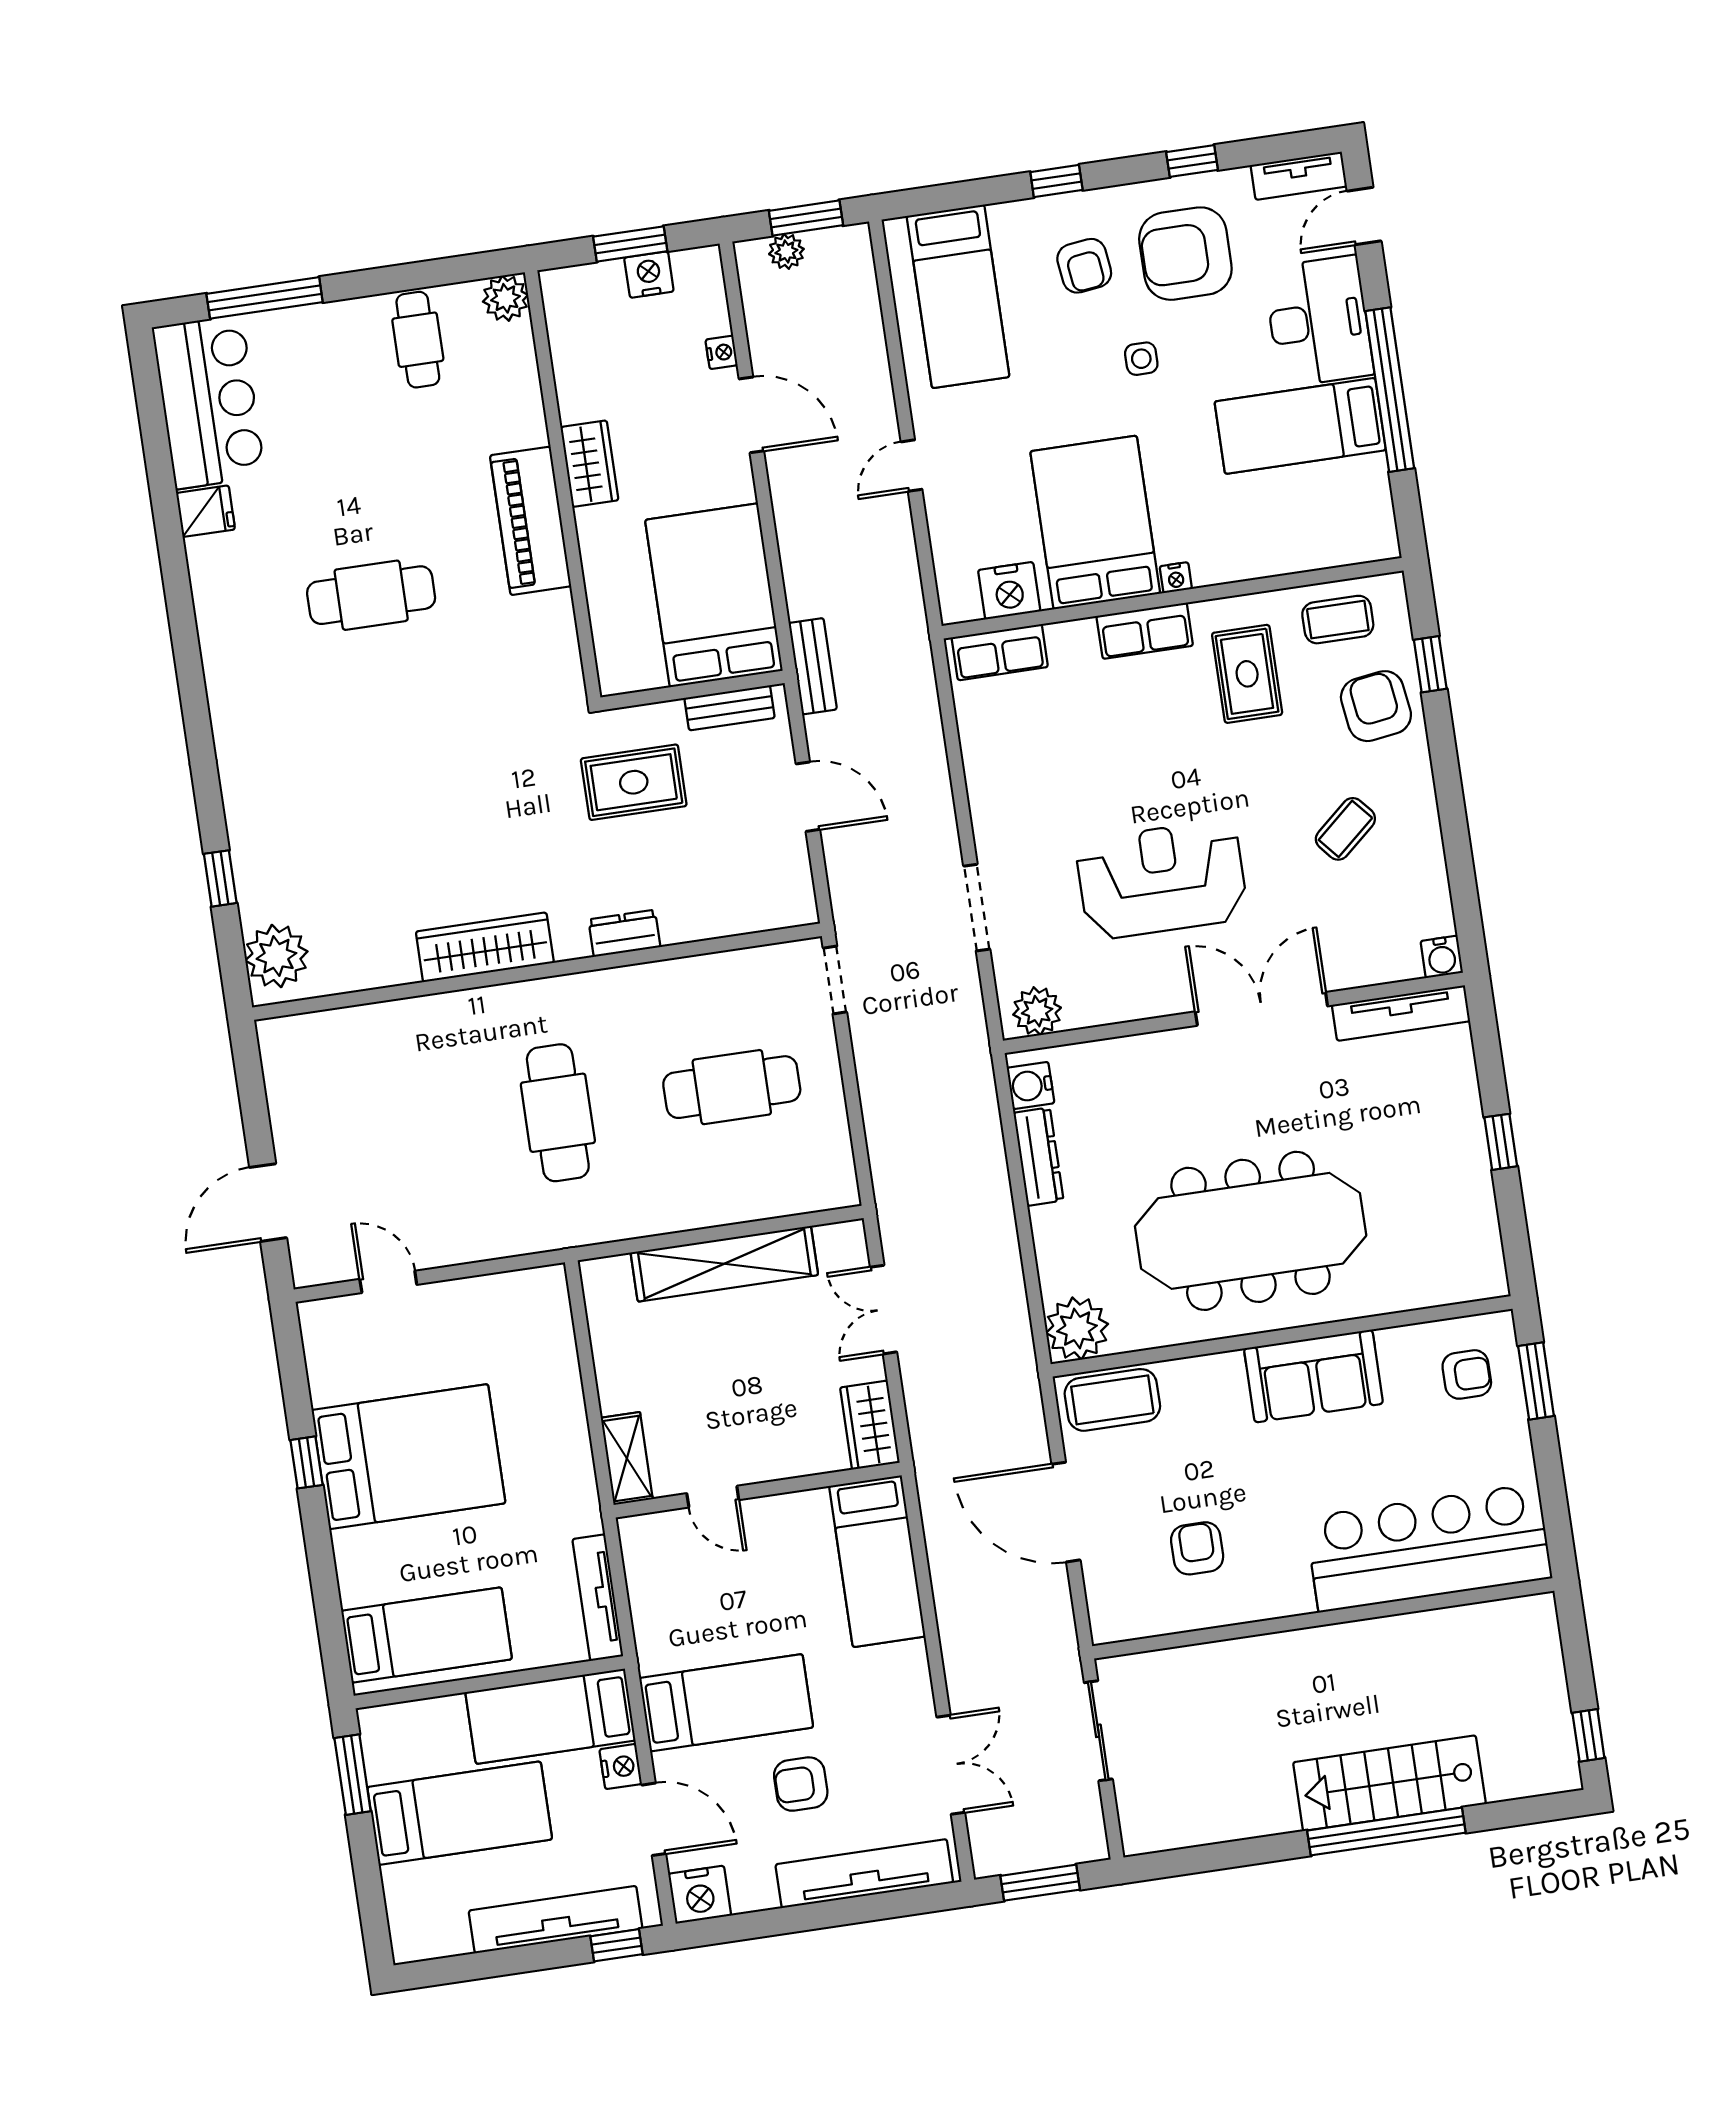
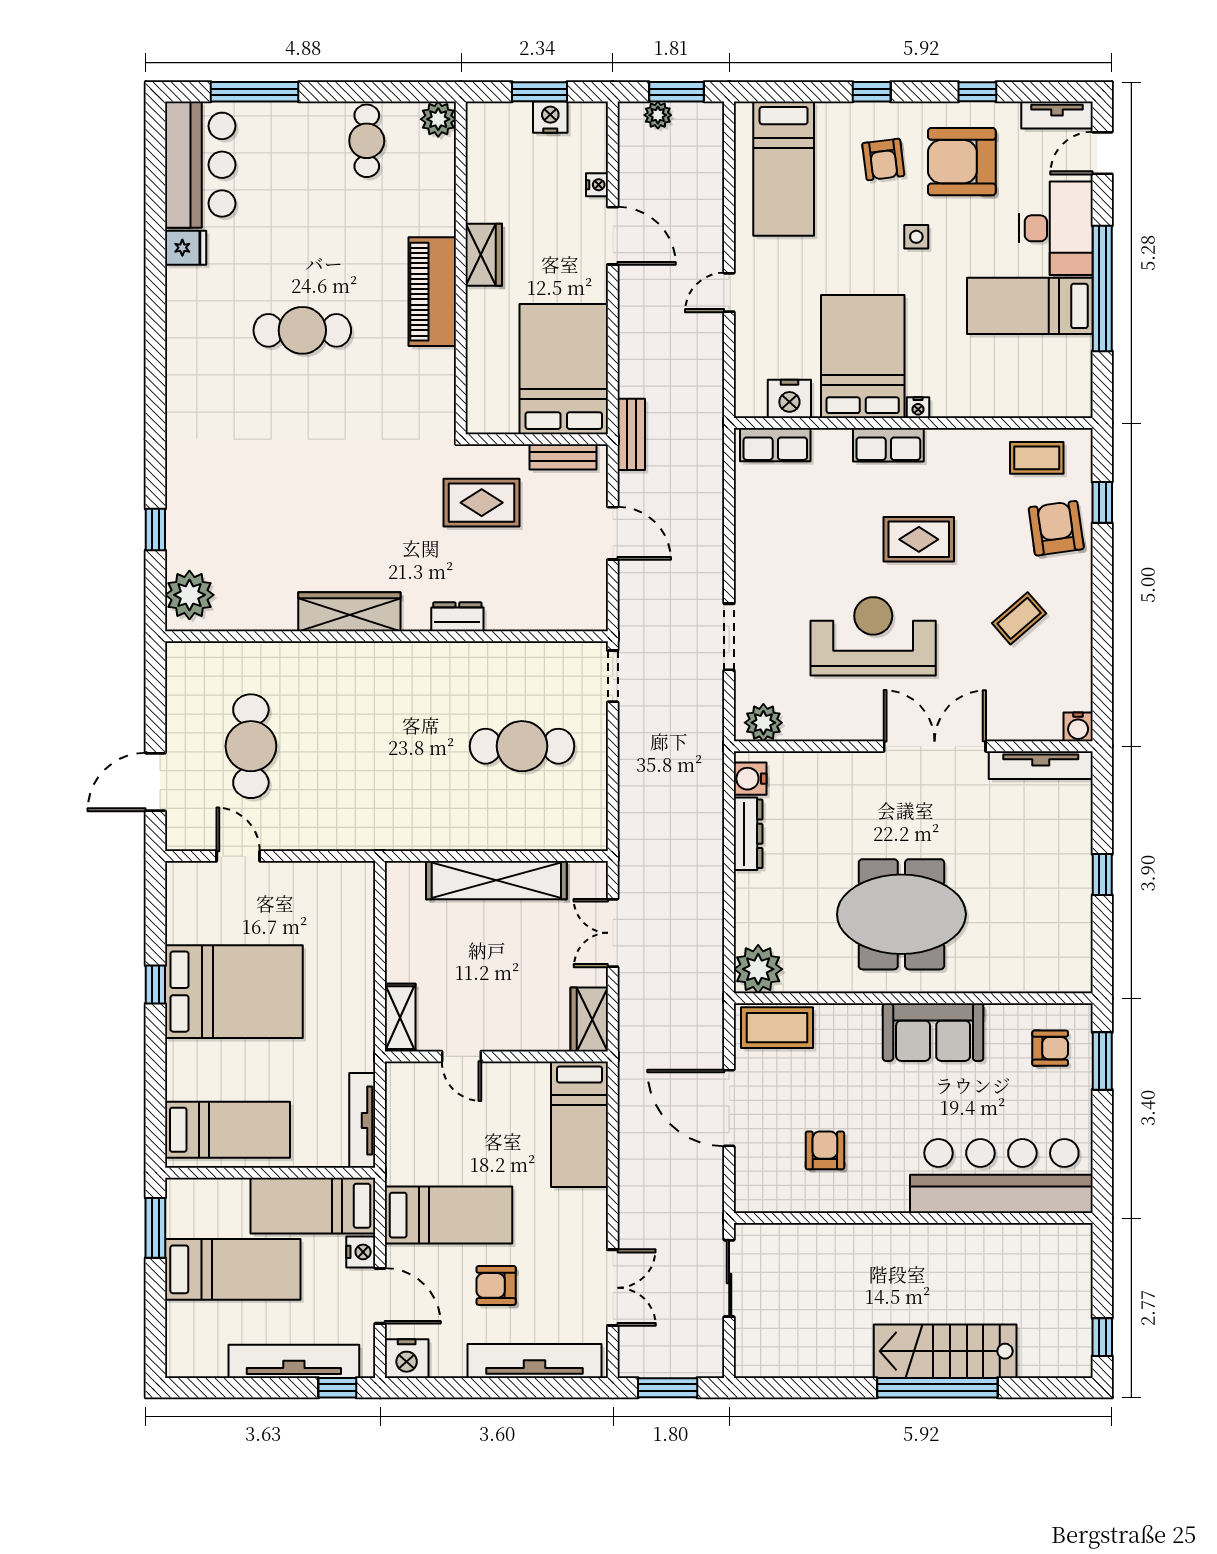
rug: (1247, 674) -> (919, 539), moved, turned 90
cafe table: (558, 1113) -> (251, 746), moved
meeting table: (1251, 1231) -> (901, 914), width x0.73

